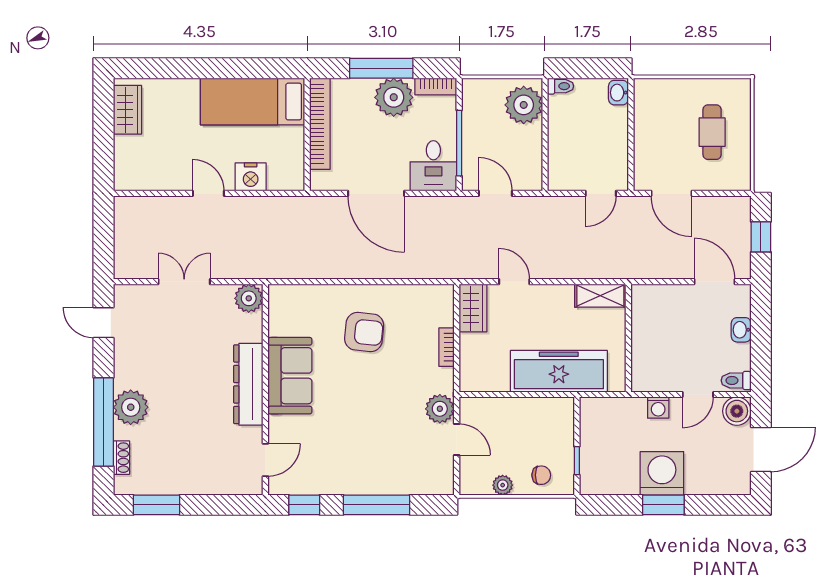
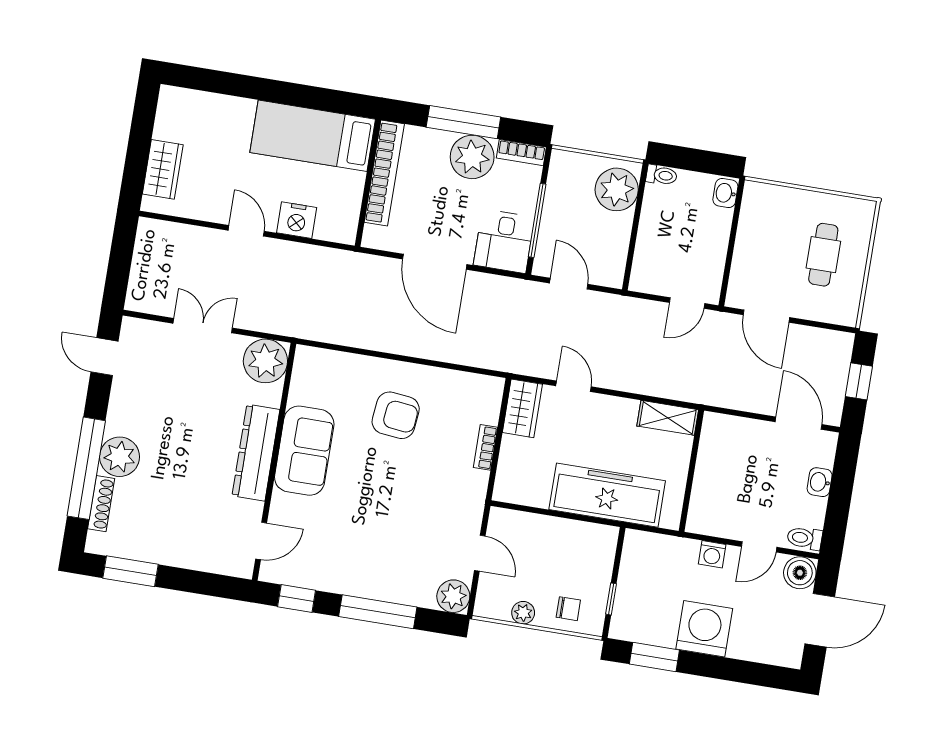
wardrobe: (127, 110) -> (163, 169), moved
plant: (249, 298) -> (265, 361), width x1.36, depth x1.36
plant: (440, 409) -> (453, 596), moved
shoe rack: (121, 458) -> (101, 504), width x1.43
window: (663, 505) -> (654, 657), moved

